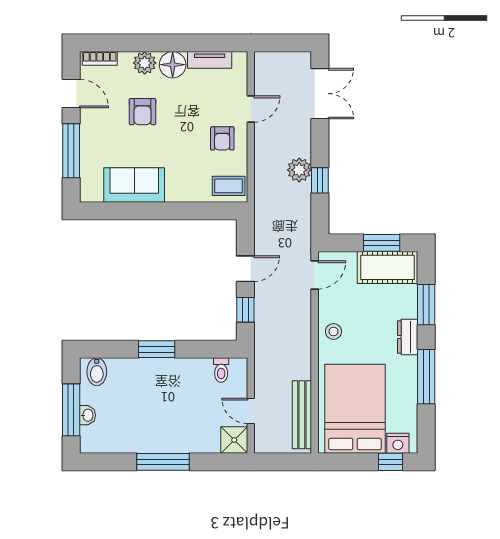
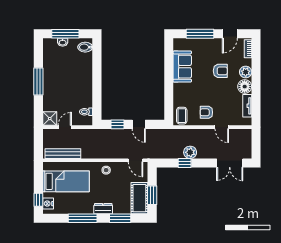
armchair: (142, 112) -> (220, 71), turned 180
window: (157, 349) -> (97, 78), removed
bed: (355, 409) -> (66, 181), width x0.67

